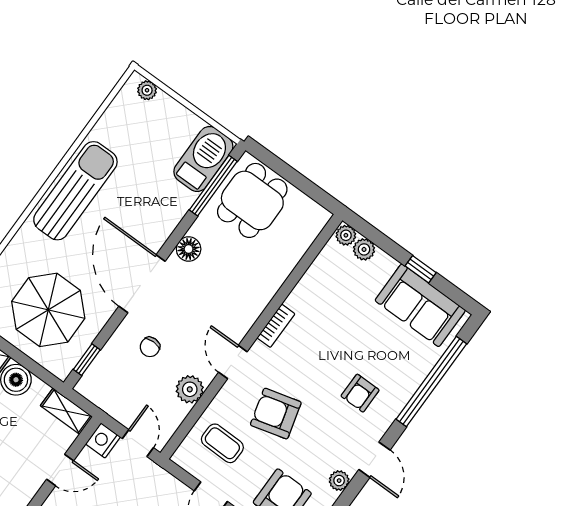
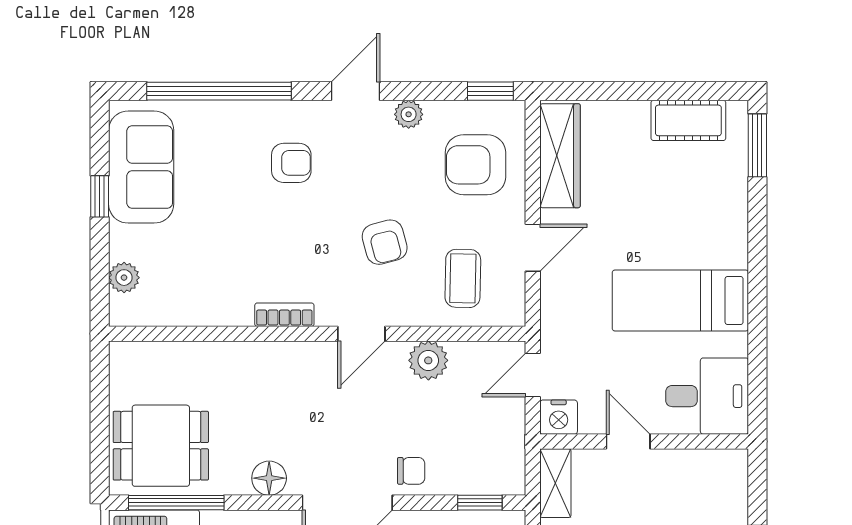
plant: (346, 235) -> (123, 310), removed
chair: (150, 347) -> (411, 471), moved
armchair: (276, 414) -> (385, 242), width x0.72, depth x0.72

